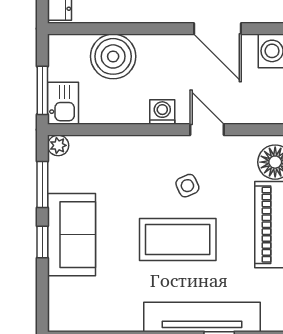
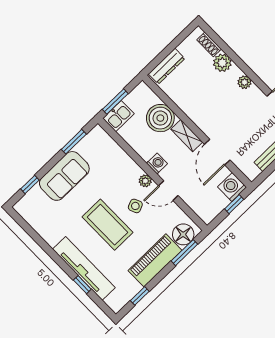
shelving: (164, 46) -> (187, 136), added
door: (207, 130) -> (168, 191), swing flipped
plant: (58, 145) -> (145, 181), moved
window: (42, 242) -> (30, 185), moved

